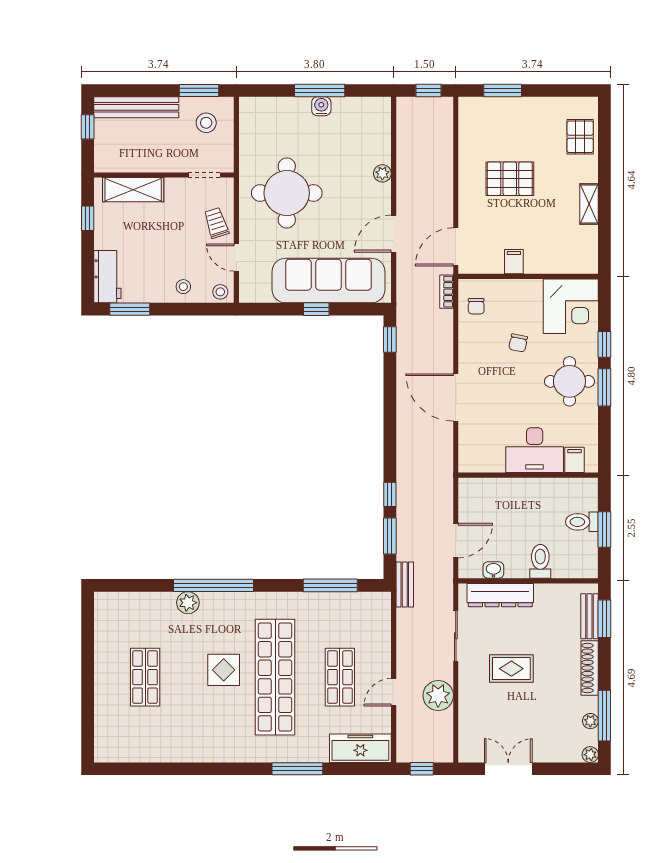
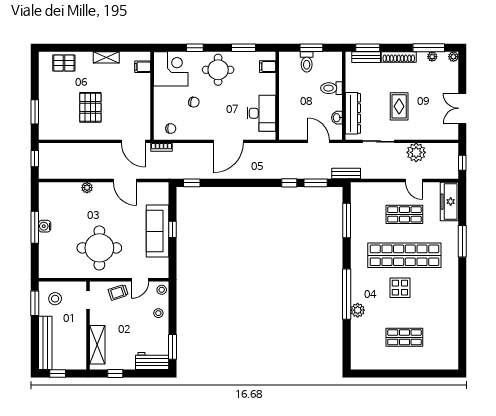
filing cabinet: (514, 262) -> (143, 67), moved
sofa: (329, 281) -> (158, 231), width x0.74, depth x0.79
window: (604, 387) -> (244, 48), moved
desk: (535, 450) -> (261, 113), moved

